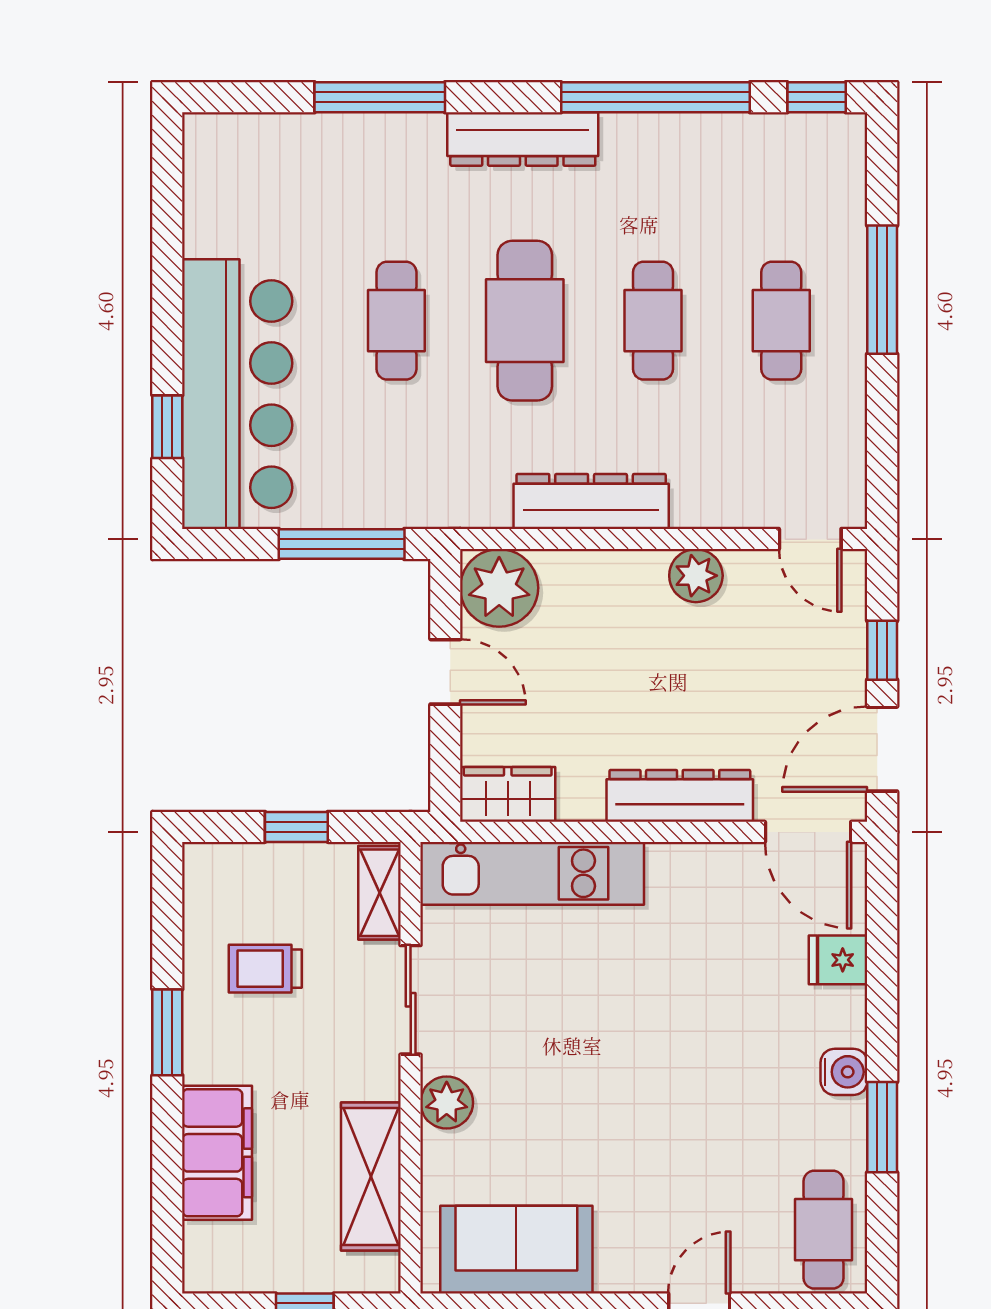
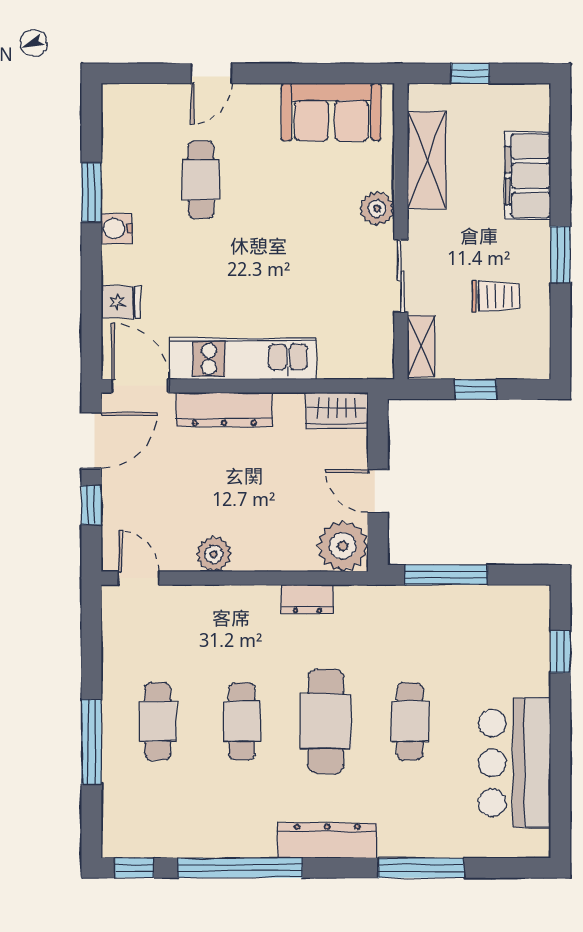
bar counter: (237, 394) -> (514, 763), moved, width x0.73
dresser: (591, 501) -> (307, 599), width x0.51, depth x0.80
kitchen unit: (532, 873) -> (243, 359), moved
cafe table: (824, 1230) -> (201, 179), moved

